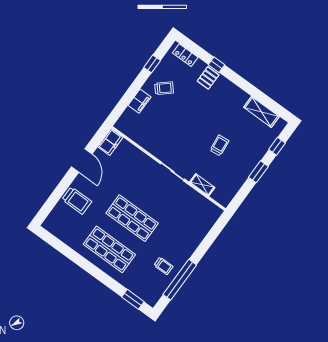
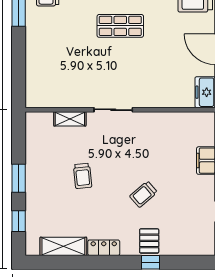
locker: (185, 55) -> (104, 248), moved
trolley: (164, 88) -> (143, 194), moved
shop shelf: (132, 218) -> (120, 26), width x0.70, depth x0.74

